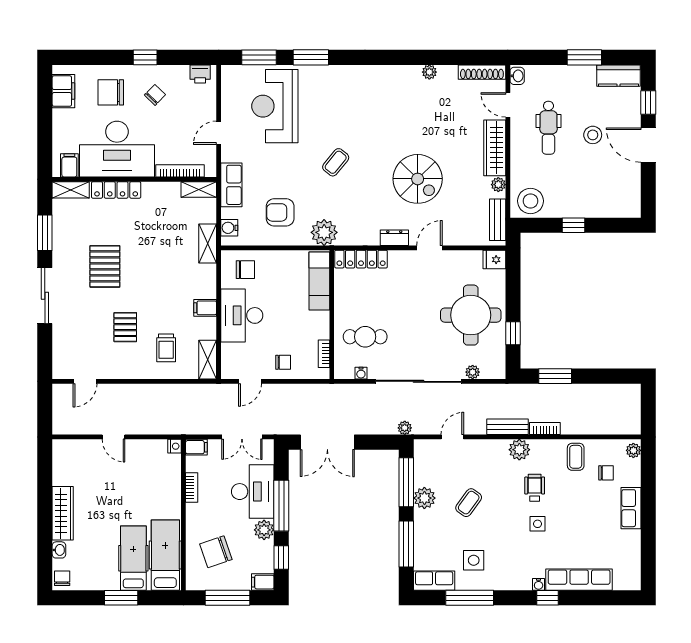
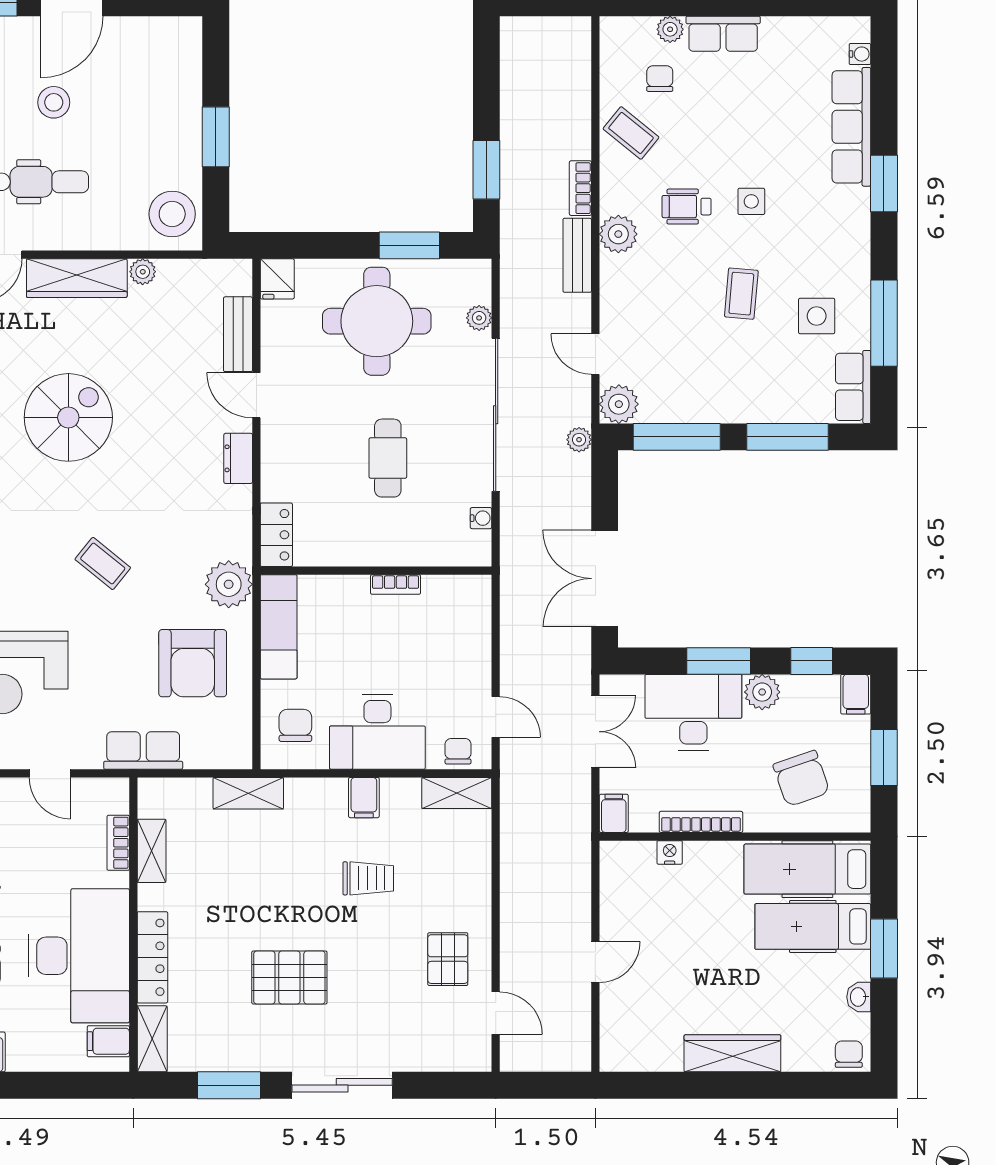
bookcase: (180, 171) -> (118, 843), width x0.64
spiral stairs: (418, 179) -> (68, 417), moved
shelving: (199, 189) -> (152, 851), moved
armchair: (280, 212) -> (193, 663), width x1.36, depth x1.36
bench: (498, 220) -> (238, 334), moved, turned 90
window: (573, 225) -> (216, 137), width x1.50
water cooler: (229, 228) -> (220, 754), removed
locker: (361, 259) -> (276, 535), width x0.66
exam couch: (319, 281) -> (279, 627), moved, turned -90
pallet: (125, 327) -> (448, 959), moved, turned 90
window: (513, 333) -> (409, 245), width x1.50
cafe table: (365, 337) -> (388, 458), moved
trolley: (166, 348) -> (368, 878), moved
bookcase: (324, 354) -> (396, 584), moved
chair: (283, 362) -> (458, 751), moved
double door: (327, 442) -> (605, 579), swing flipped
nightstand: (175, 446) -> (670, 852), moved
plant: (633, 450) -> (670, 29), moved
coffee table: (576, 457) -> (631, 133), turned 39
bookcase: (192, 487) -> (701, 822), width x1.56
plant: (424, 498) -> (619, 404), moved
coffee table: (469, 503) -> (741, 294), moved, turned 59
window: (281, 506) -> (719, 661), width x0.69
washbasin: (59, 550) -> (859, 997), moved, turned -90
chair: (62, 578) -> (849, 1054), turned 90
water cooler: (539, 584) -> (860, 54), moved
window: (227, 598) -> (884, 758), width x0.69
window: (547, 598) -> (884, 184), width x1.50

